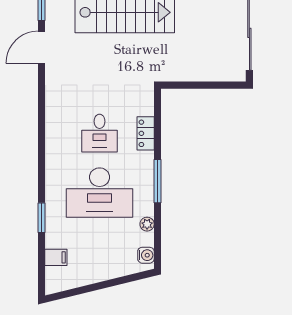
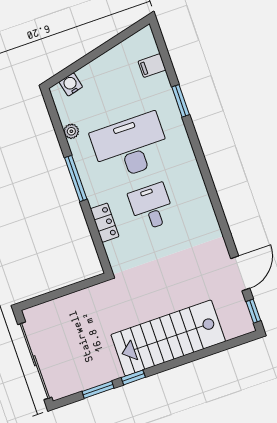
water cooler: (146, 255) -> (71, 84), moved, turned 76

